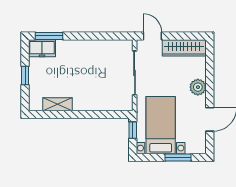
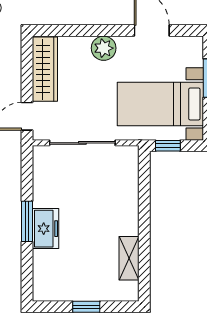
window: (49, 36) -> (27, 221), moved
freezer: (42, 48) -> (45, 229), moved

